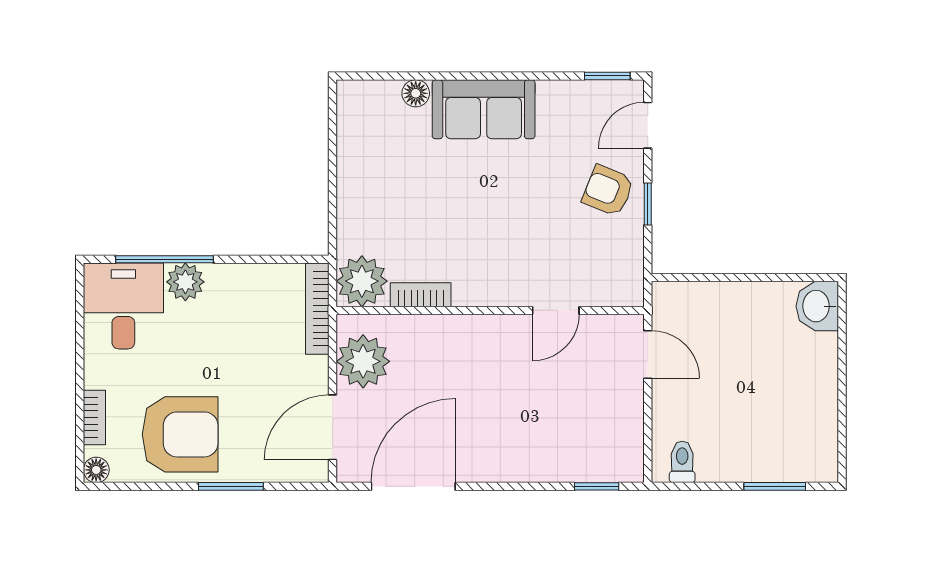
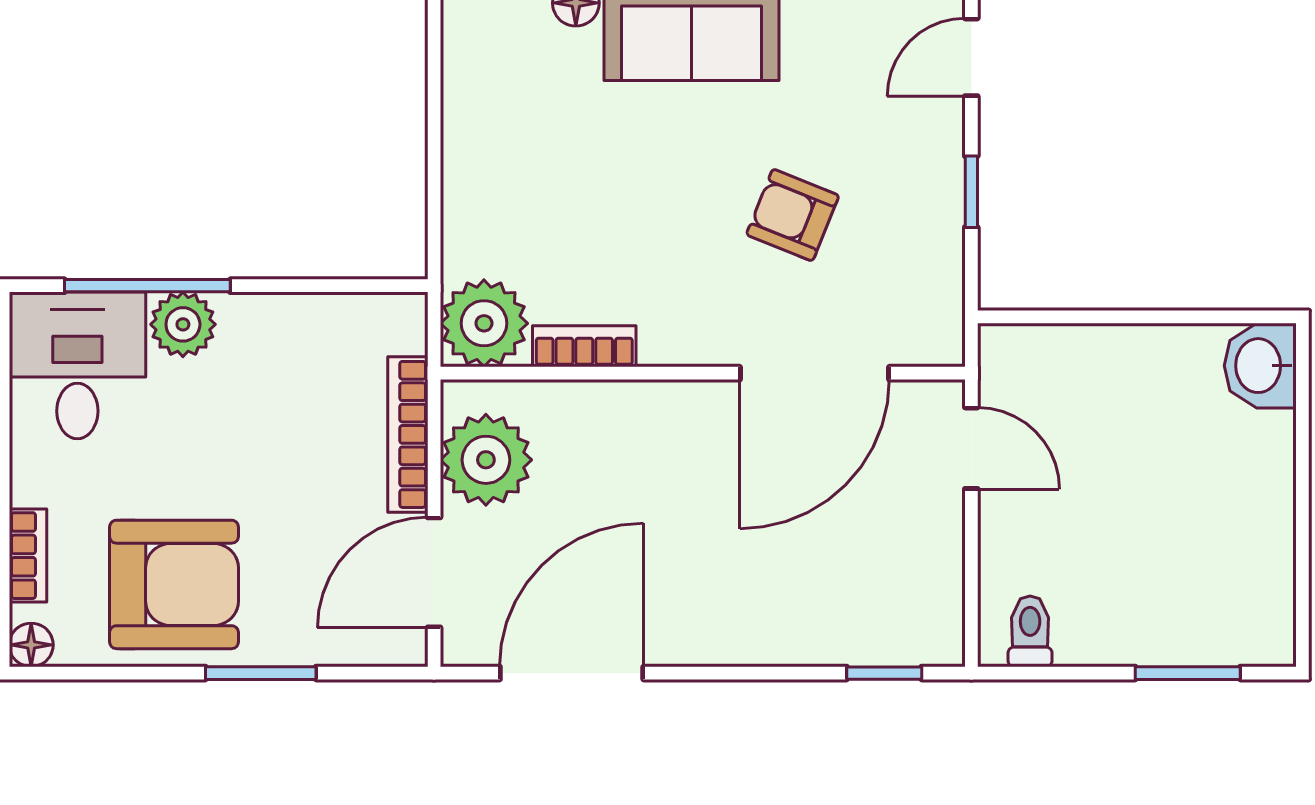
armchair: (608, 191) -> (793, 215), moved
bookcase: (317, 309) -> (408, 434), moved
door: (556, 310) -> (814, 373), width x1.88

